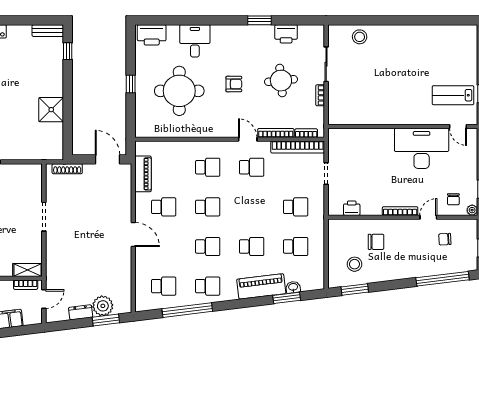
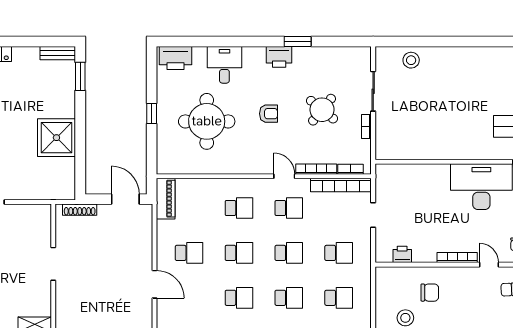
printer: (286, 34) -> (279, 57), moved
window: (68, 51) -> (80, 76), width x1.50
round table: (281, 81) -> (322, 110), turned 45
shower: (51, 110) -> (56, 138), width x1.37, depth x1.37
piano: (143, 174) -> (166, 199), moved
school desk: (252, 207) -> (289, 253), added
door: (428, 217) -> (489, 265), hinge flipped

